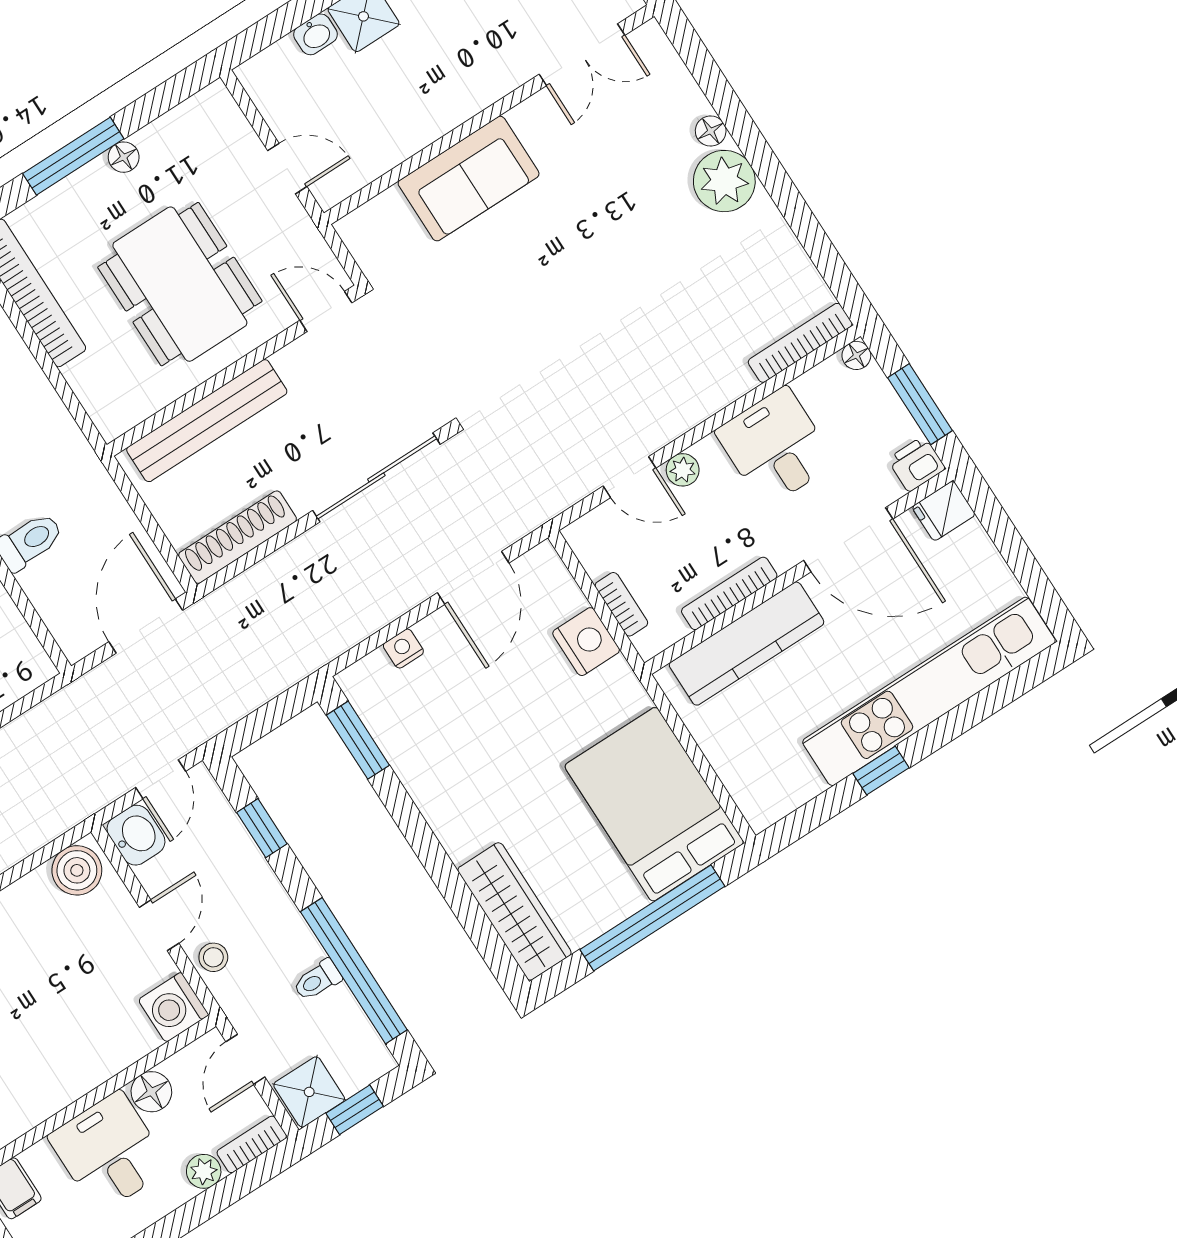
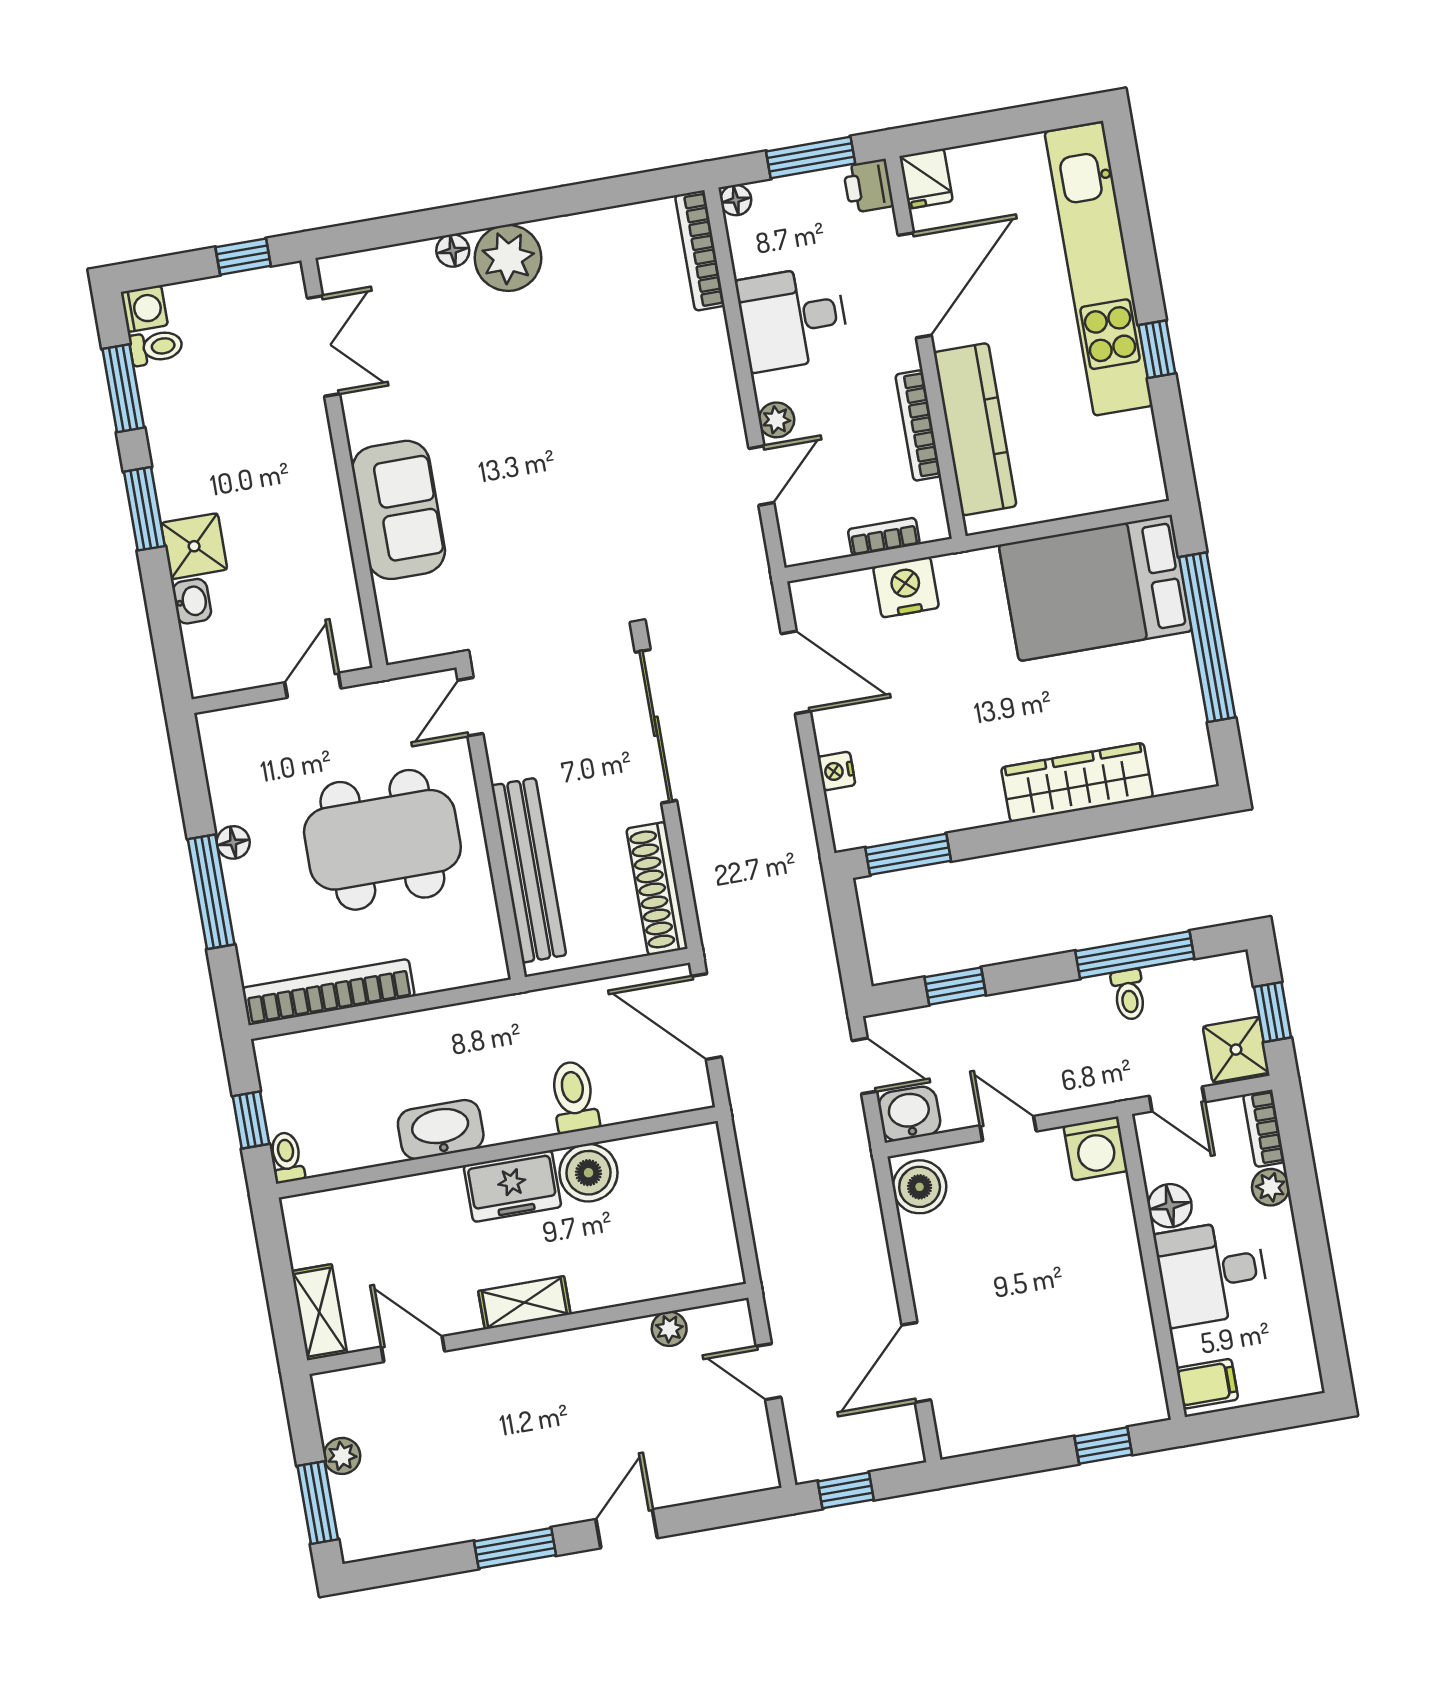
wardrobe: (514, 911) -> (1077, 782), moved
stool: (213, 957) -> (1063, 1088), removed
window: (354, 971) -> (1135, 955), width x0.68

